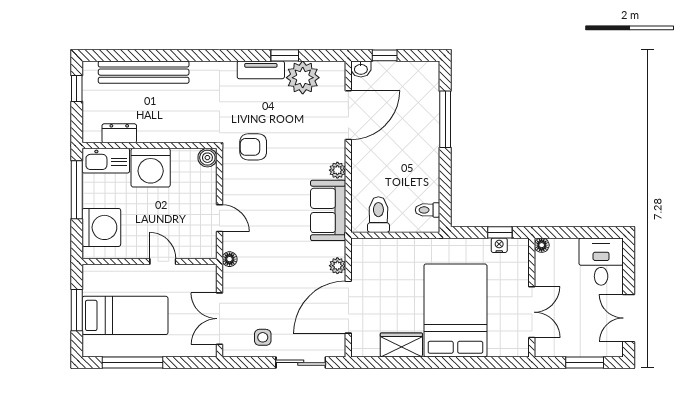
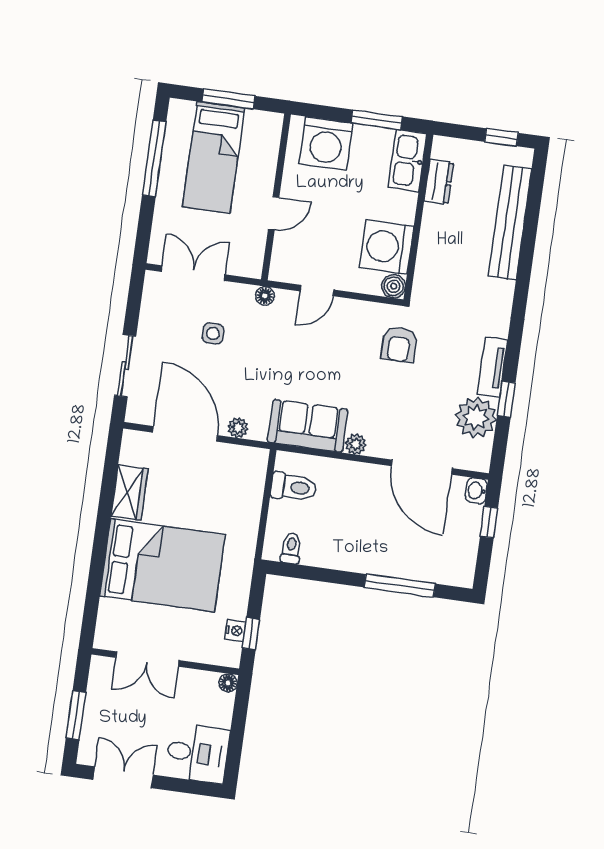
armchair: (253, 147) -> (399, 344), turned 180
washing machine: (151, 168) -> (387, 247), moved
window: (77, 190) -> (377, 120), width x0.69
side table: (263, 337) -> (213, 333), moved

